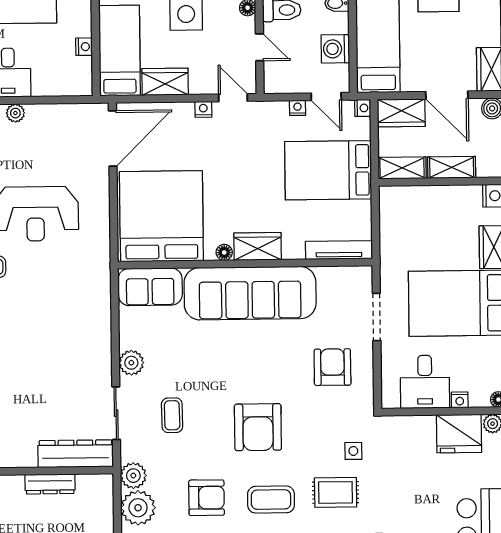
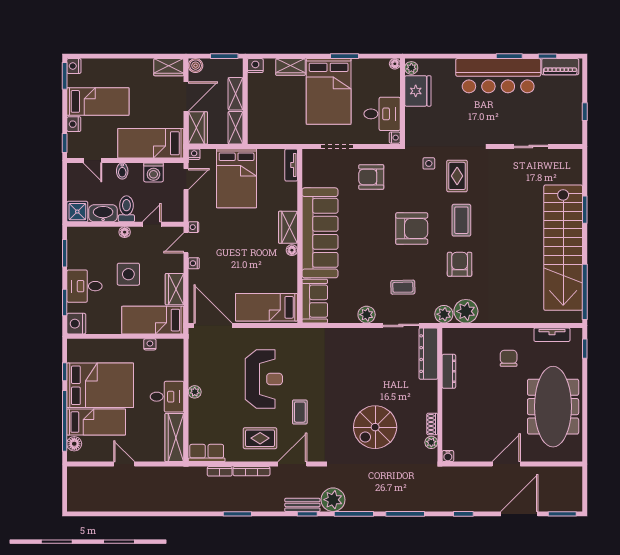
nightstand: (298, 108) -> (194, 227), moved
bed: (161, 216) -> (267, 307), width x0.49
tv unit: (339, 250) -> (291, 165), width x0.71
nightstand: (460, 400) -> (395, 138), moved

